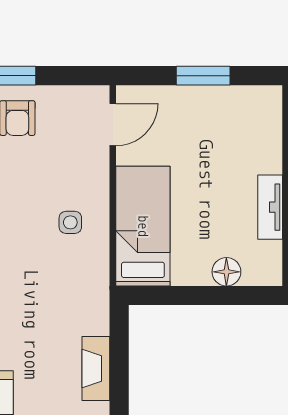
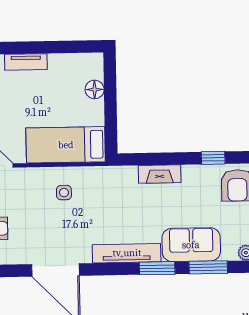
tv unit: (270, 207) -> (26, 62), moved

